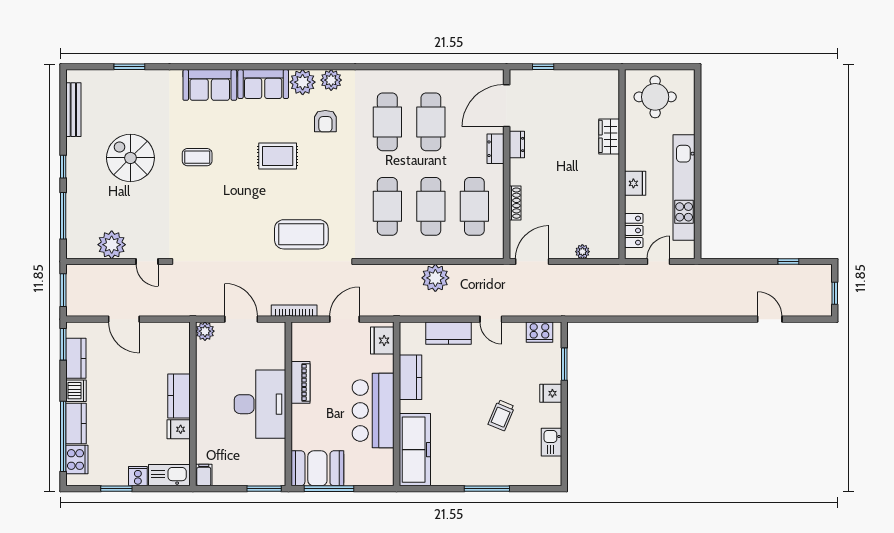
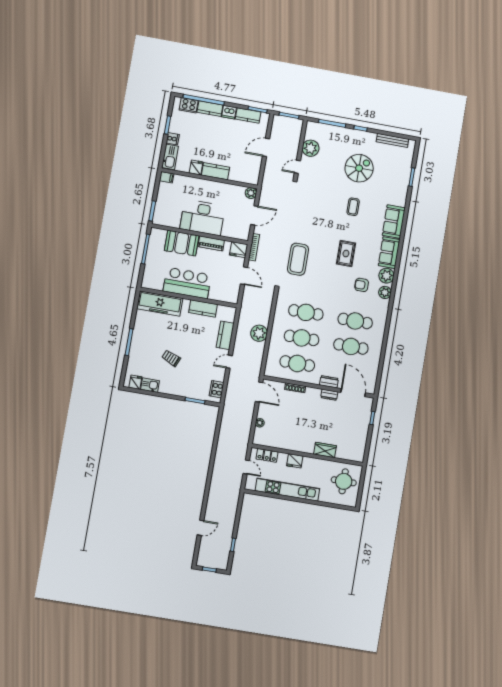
fridge: (382, 341) -> (239, 250), moved, turned 180
fridge: (551, 393) -> (135, 382), moved
booth: (317, 468) -> (182, 243), moved, turned 90

